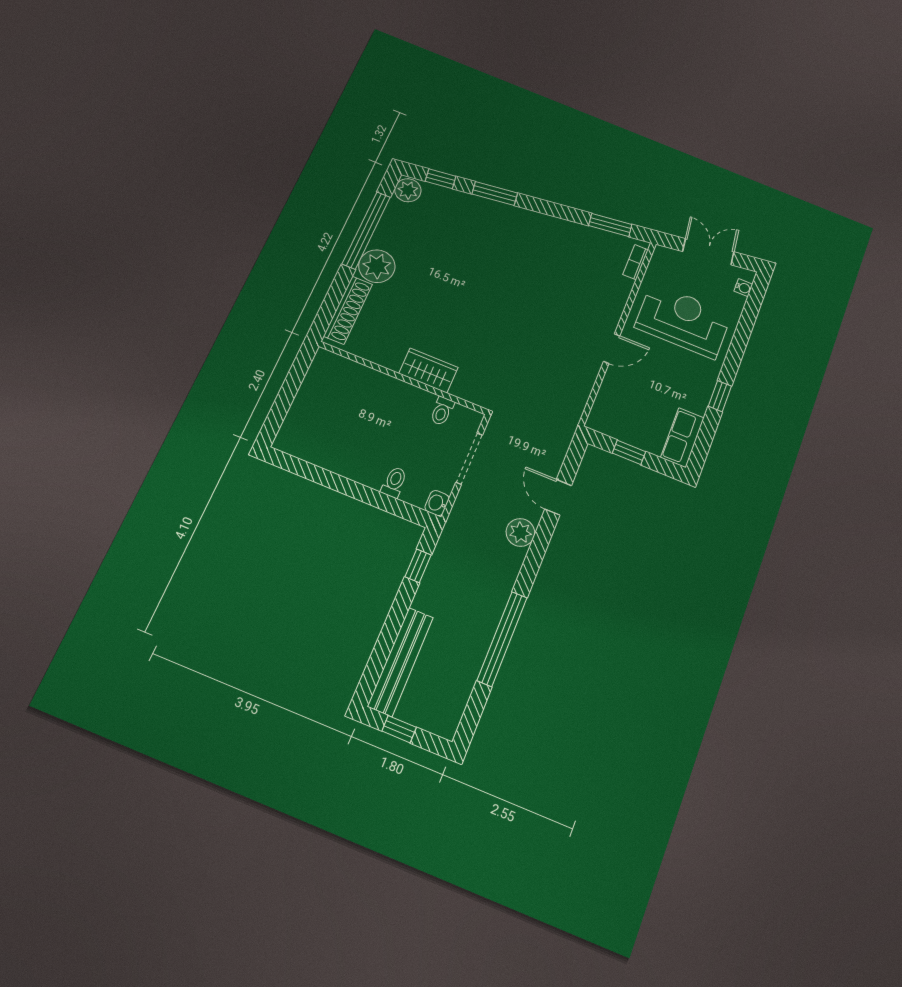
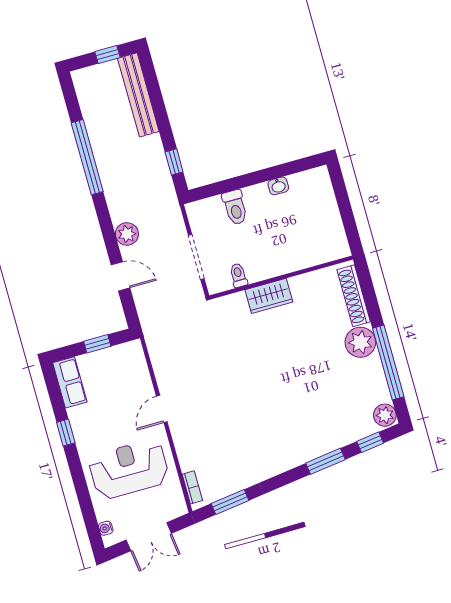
reception desk: (683, 321) -> (129, 469), turned 180
toilet: (394, 482) -> (235, 207), width x1.37, depth x1.39
washbasin: (437, 503) -> (278, 186), moved, turned 90

